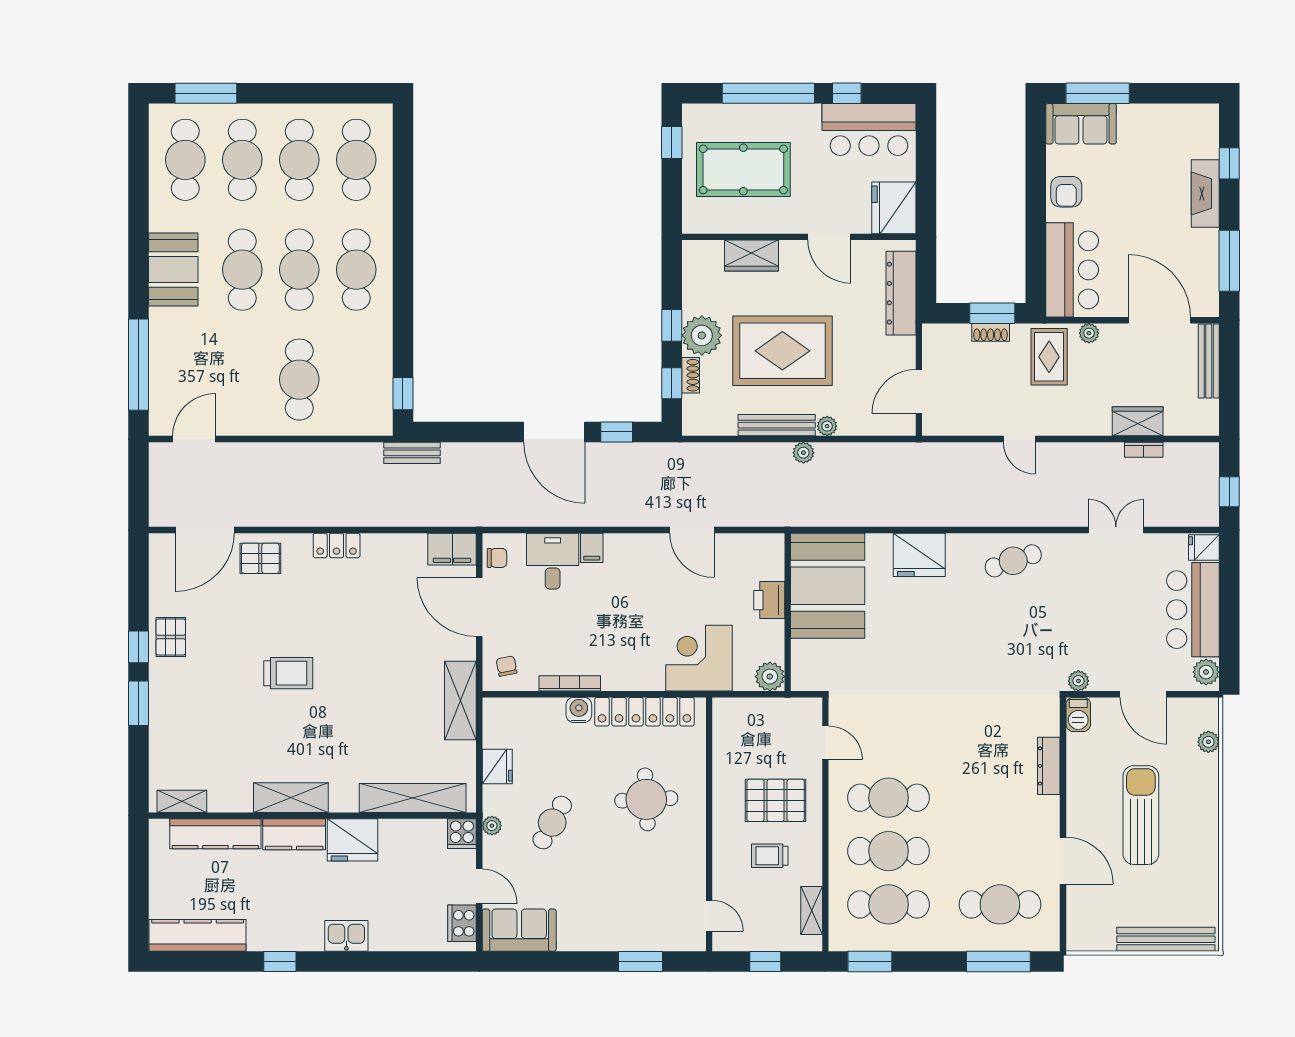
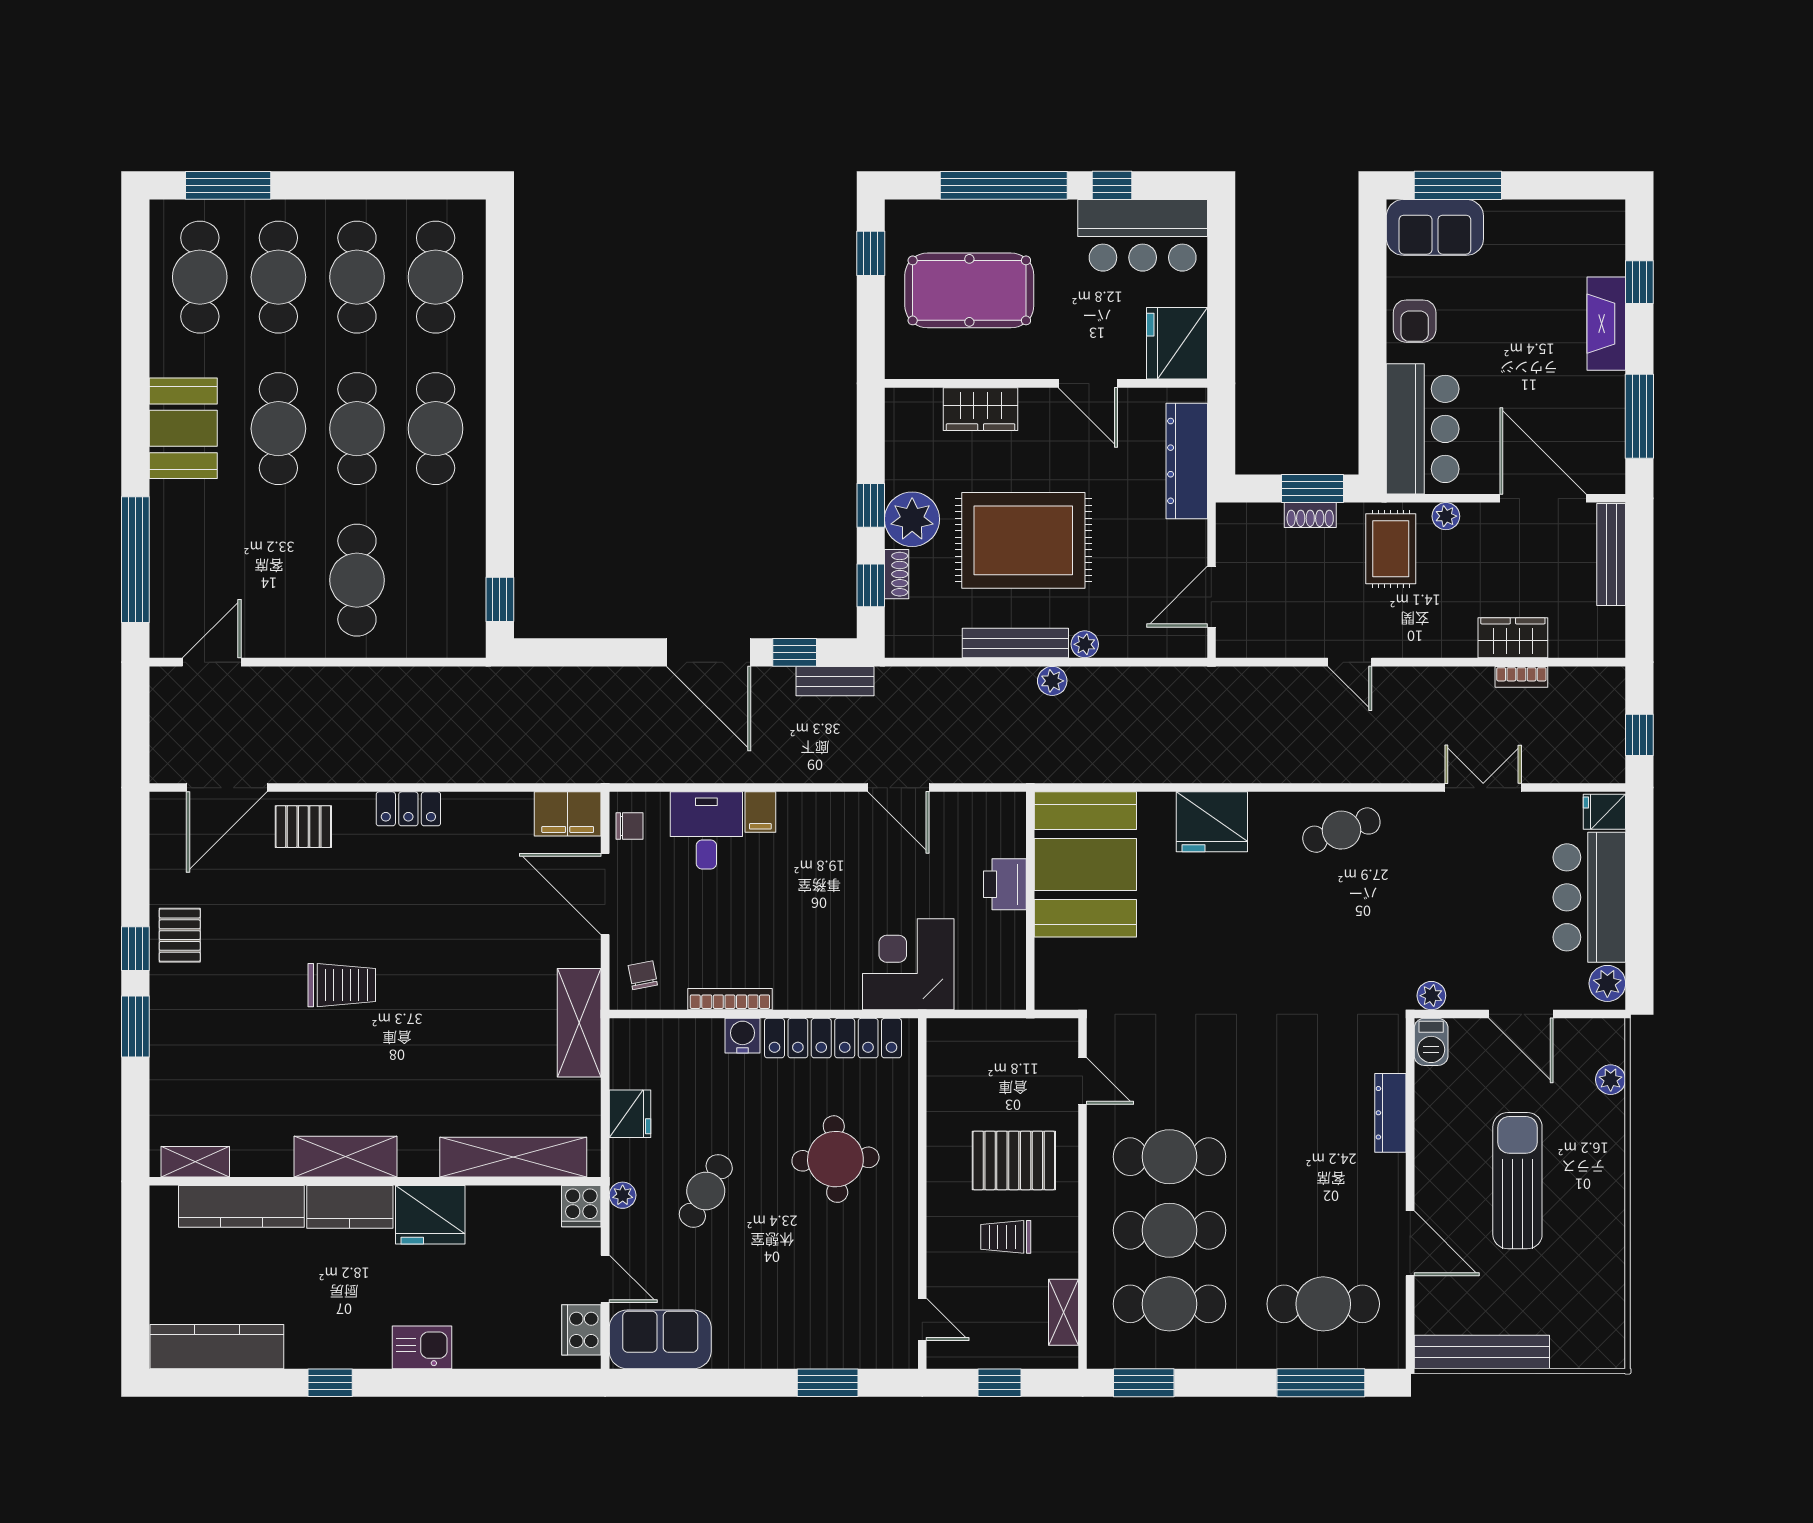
bench: (412, 453) -> (835, 681), moved
plant: (770, 677) -> (1006, 990), removed
bench: (1166, 939) -> (1482, 1352), moved

